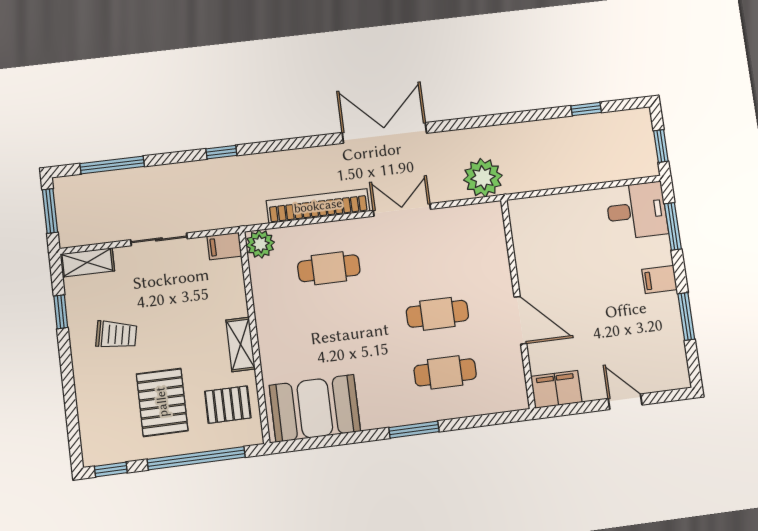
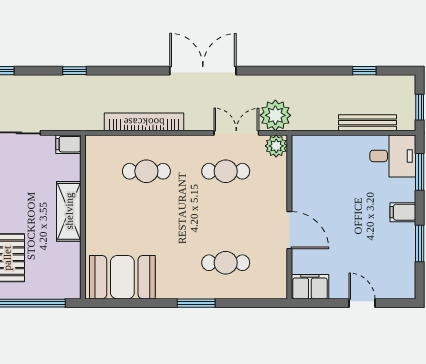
bench: (599, 173) -> (367, 123), added
double door: (402, 210) -> (236, 133), moved
plant: (260, 244) -> (276, 146), moved
cafe table: (437, 314) -> (226, 171), moved
shelving: (241, 344) -> (69, 211), width x1.50, depth x1.33
pallet: (228, 405) -> (57, 266), removed

